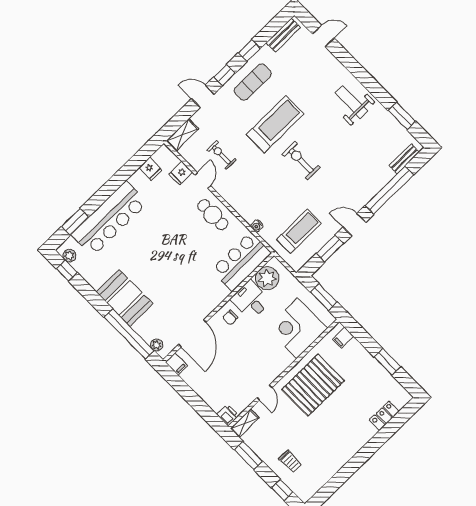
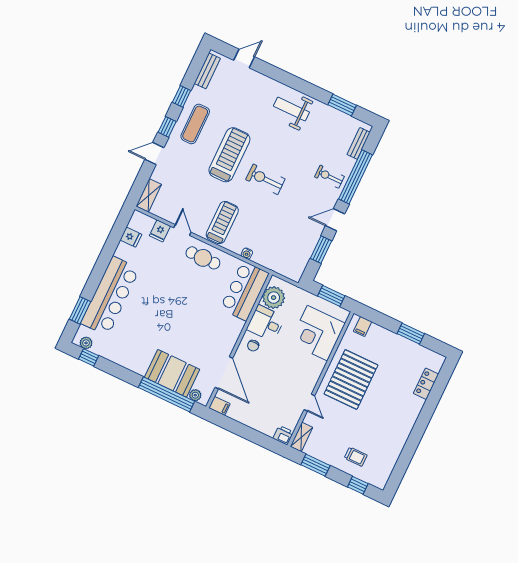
exercise bike: (221, 155) -> (329, 177), moved
treadmill: (299, 231) -> (222, 223), moved
booth: (124, 298) -> (172, 373), moved

